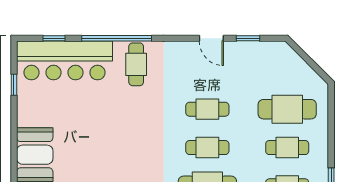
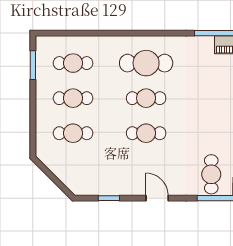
door: (211, 38) -> (157, 198), moved
cafe table: (287, 109) -> (73, 133), width x0.73, depth x0.74

